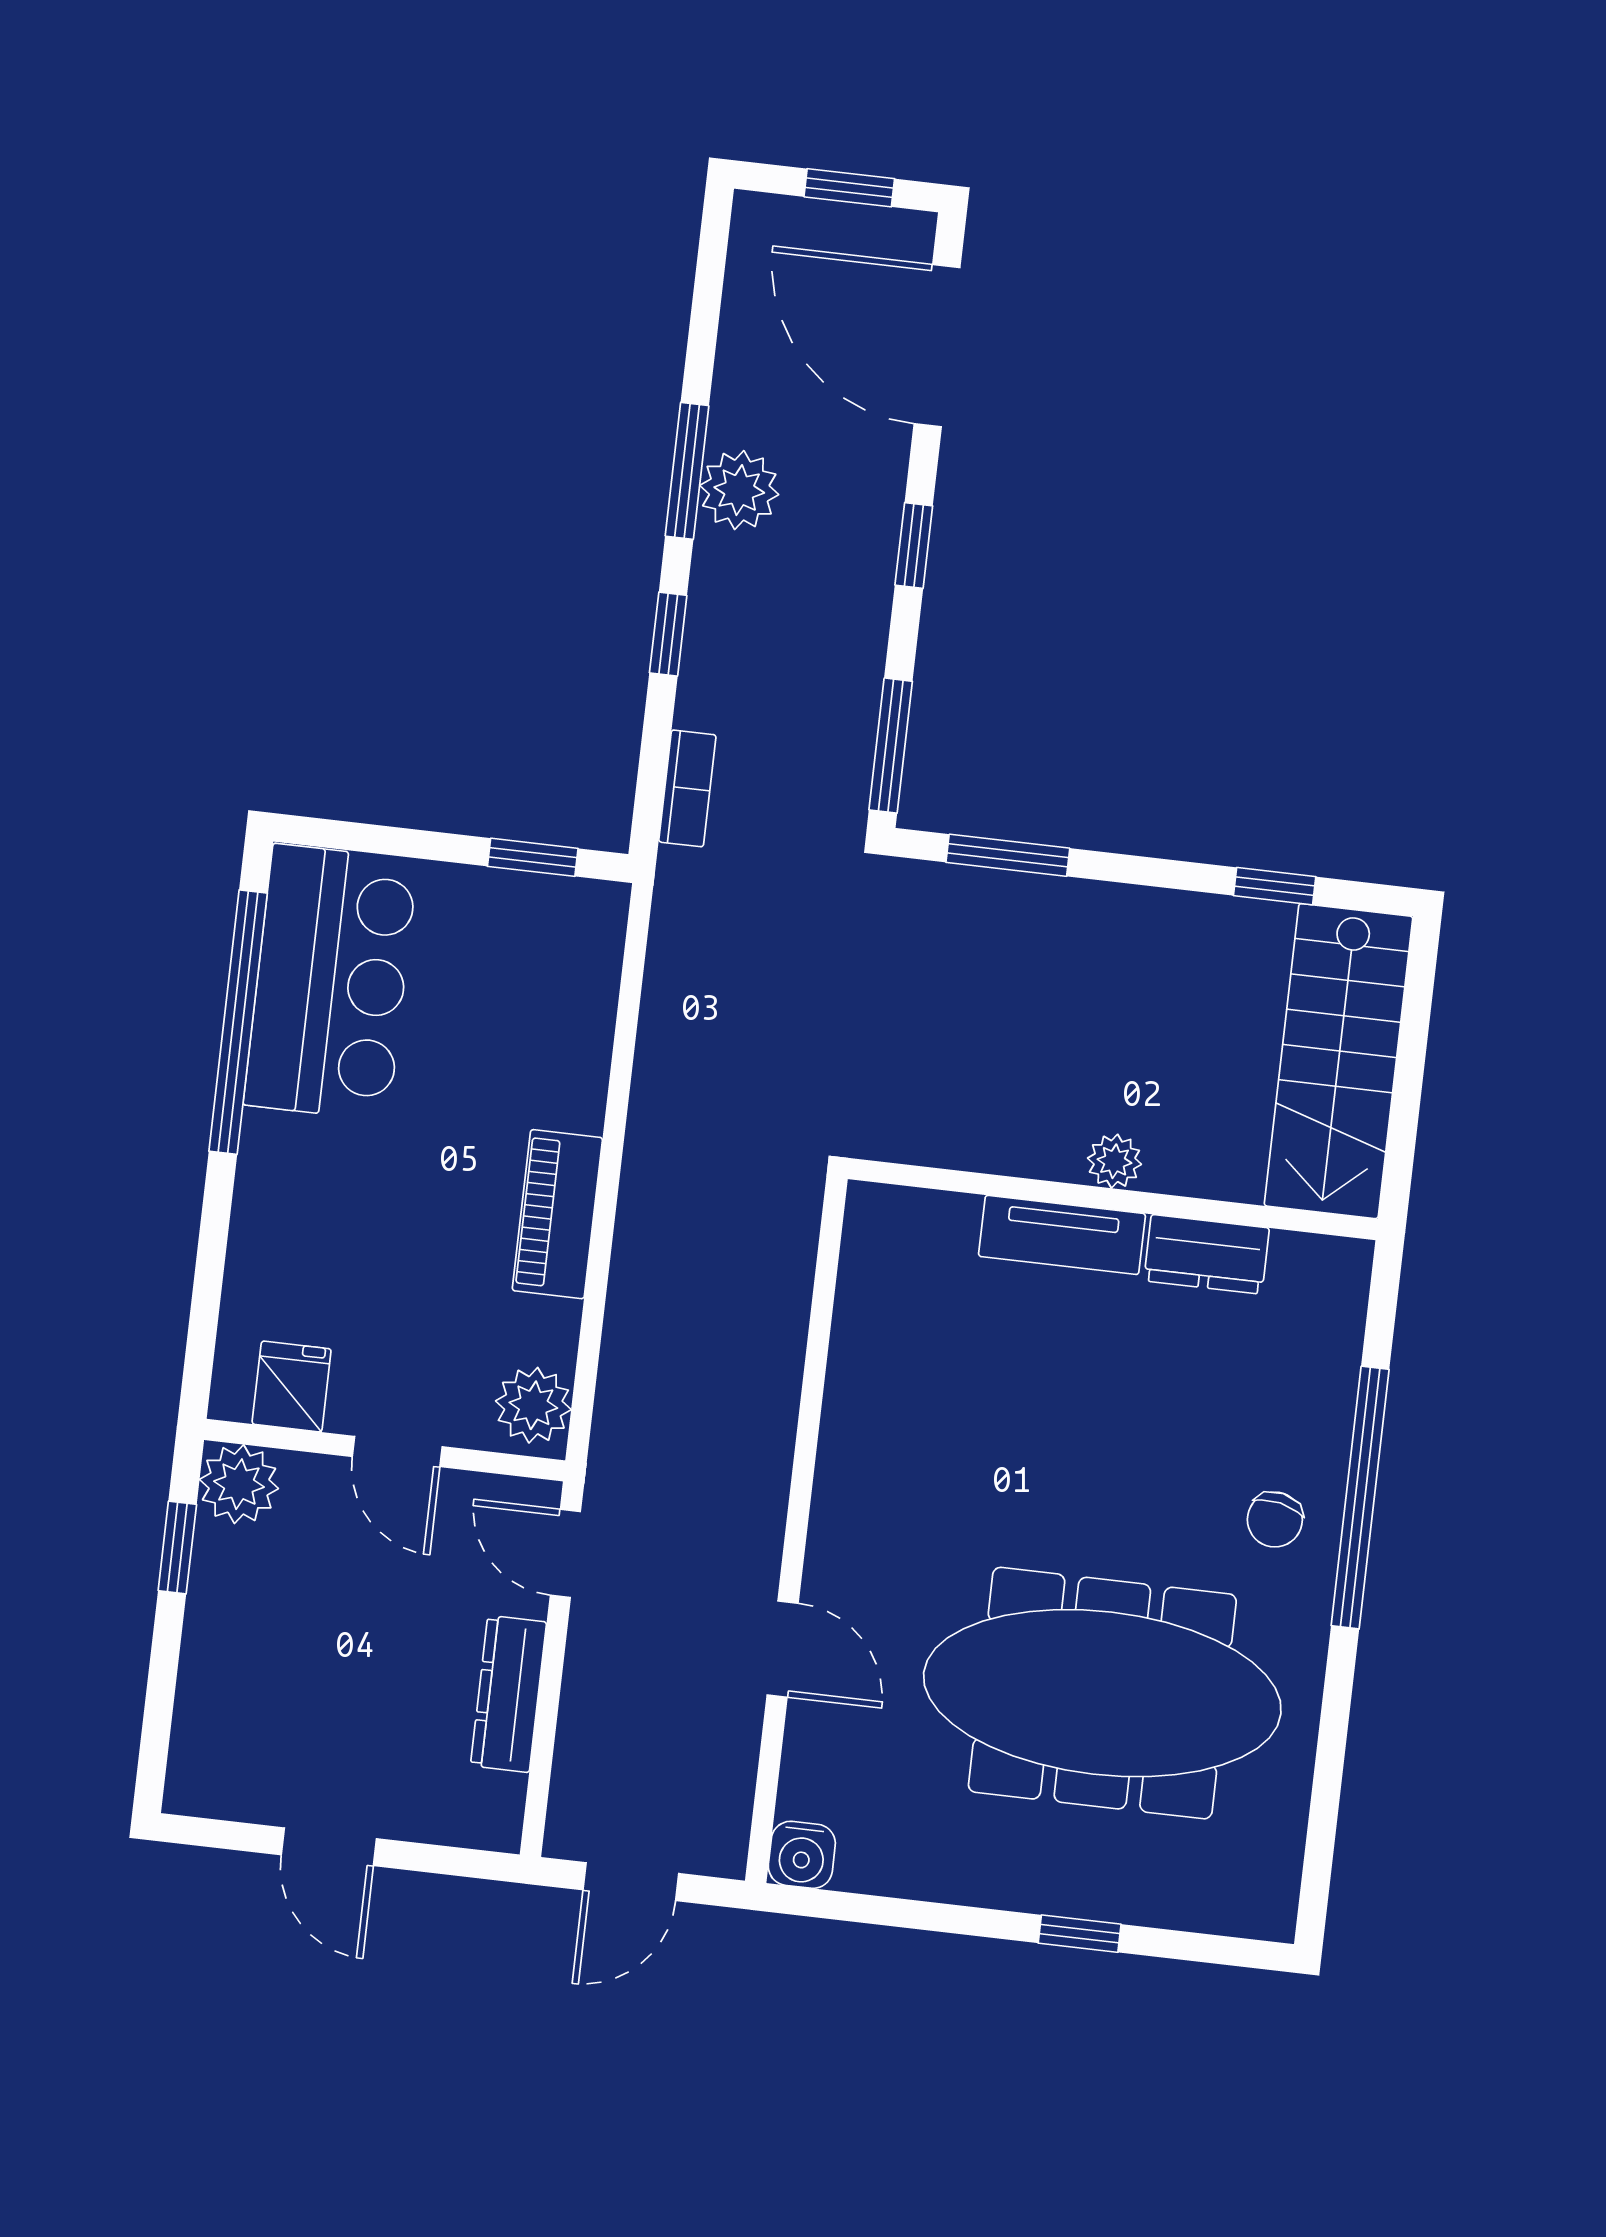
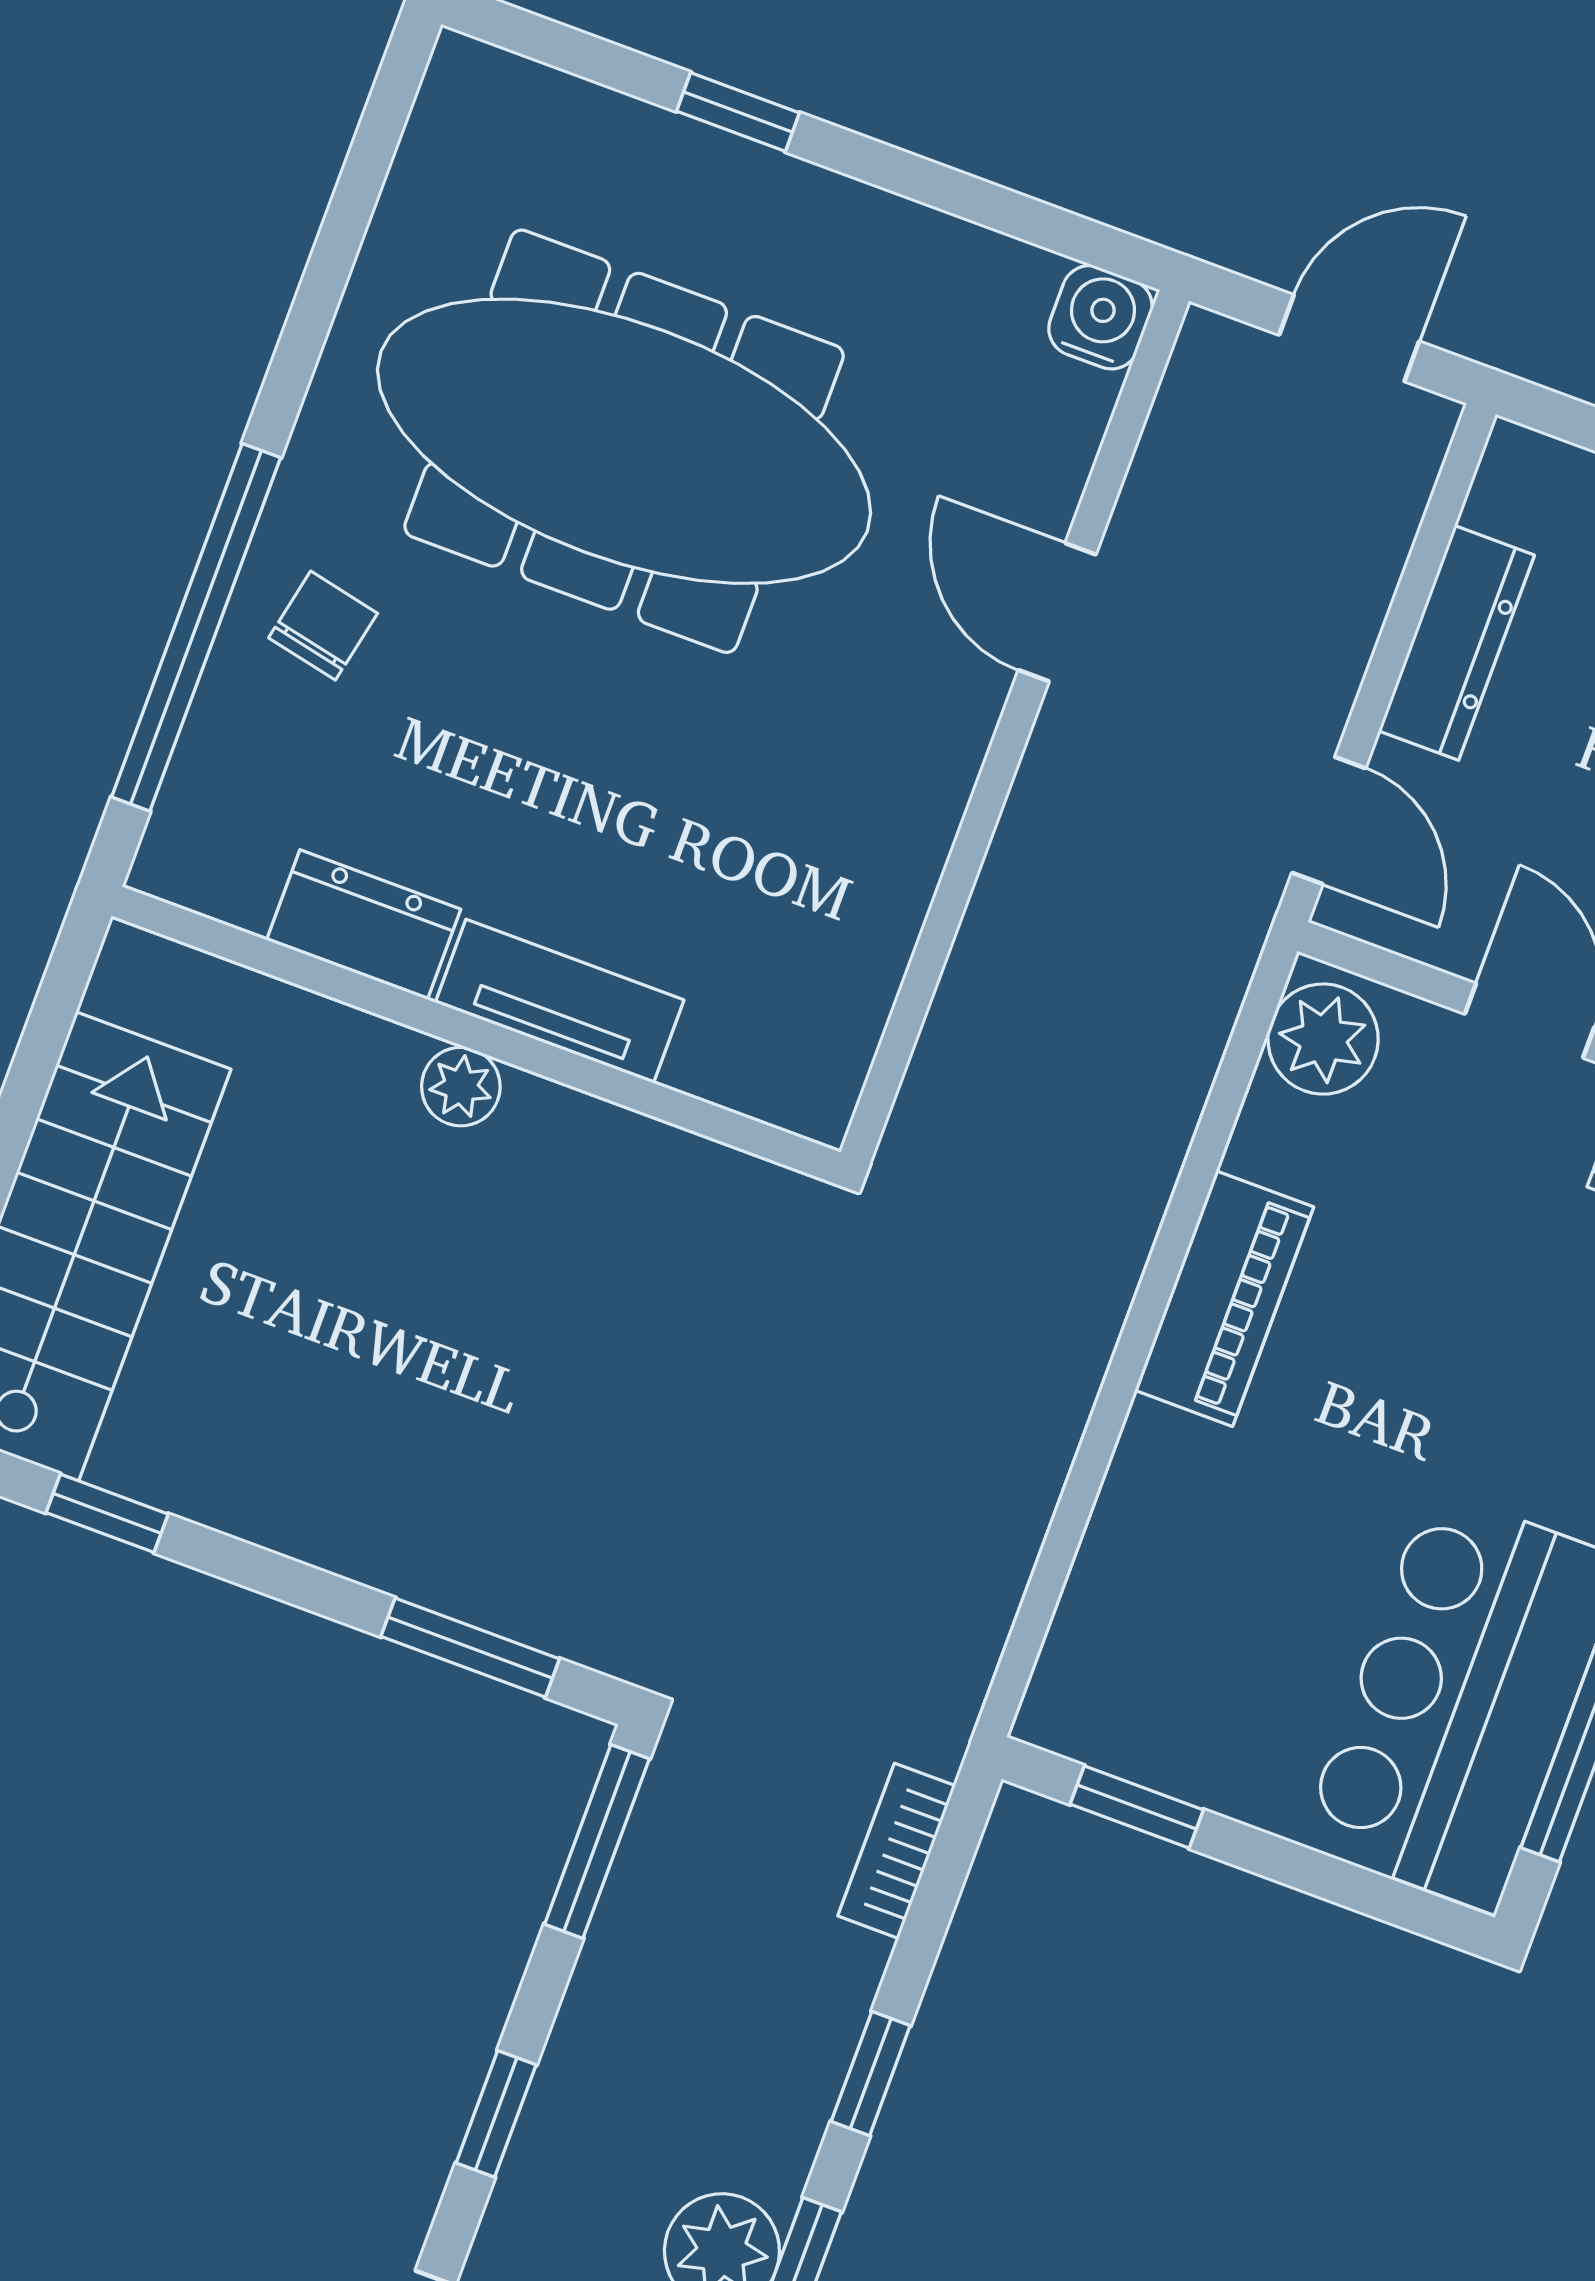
plant: (1114, 1161) -> (461, 1087), moved
wall: (1113, 1199) -> (476, 1034), moved
tv unit: (1062, 1235) -> (560, 1001), moved
dresser: (1207, 1254) -> (364, 925), moved

